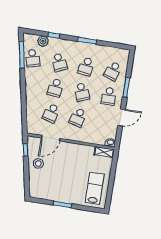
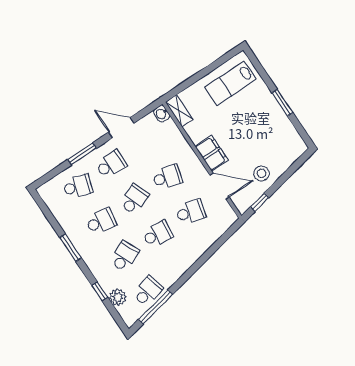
filing cabinet: (70, 149) -> (211, 153), added

